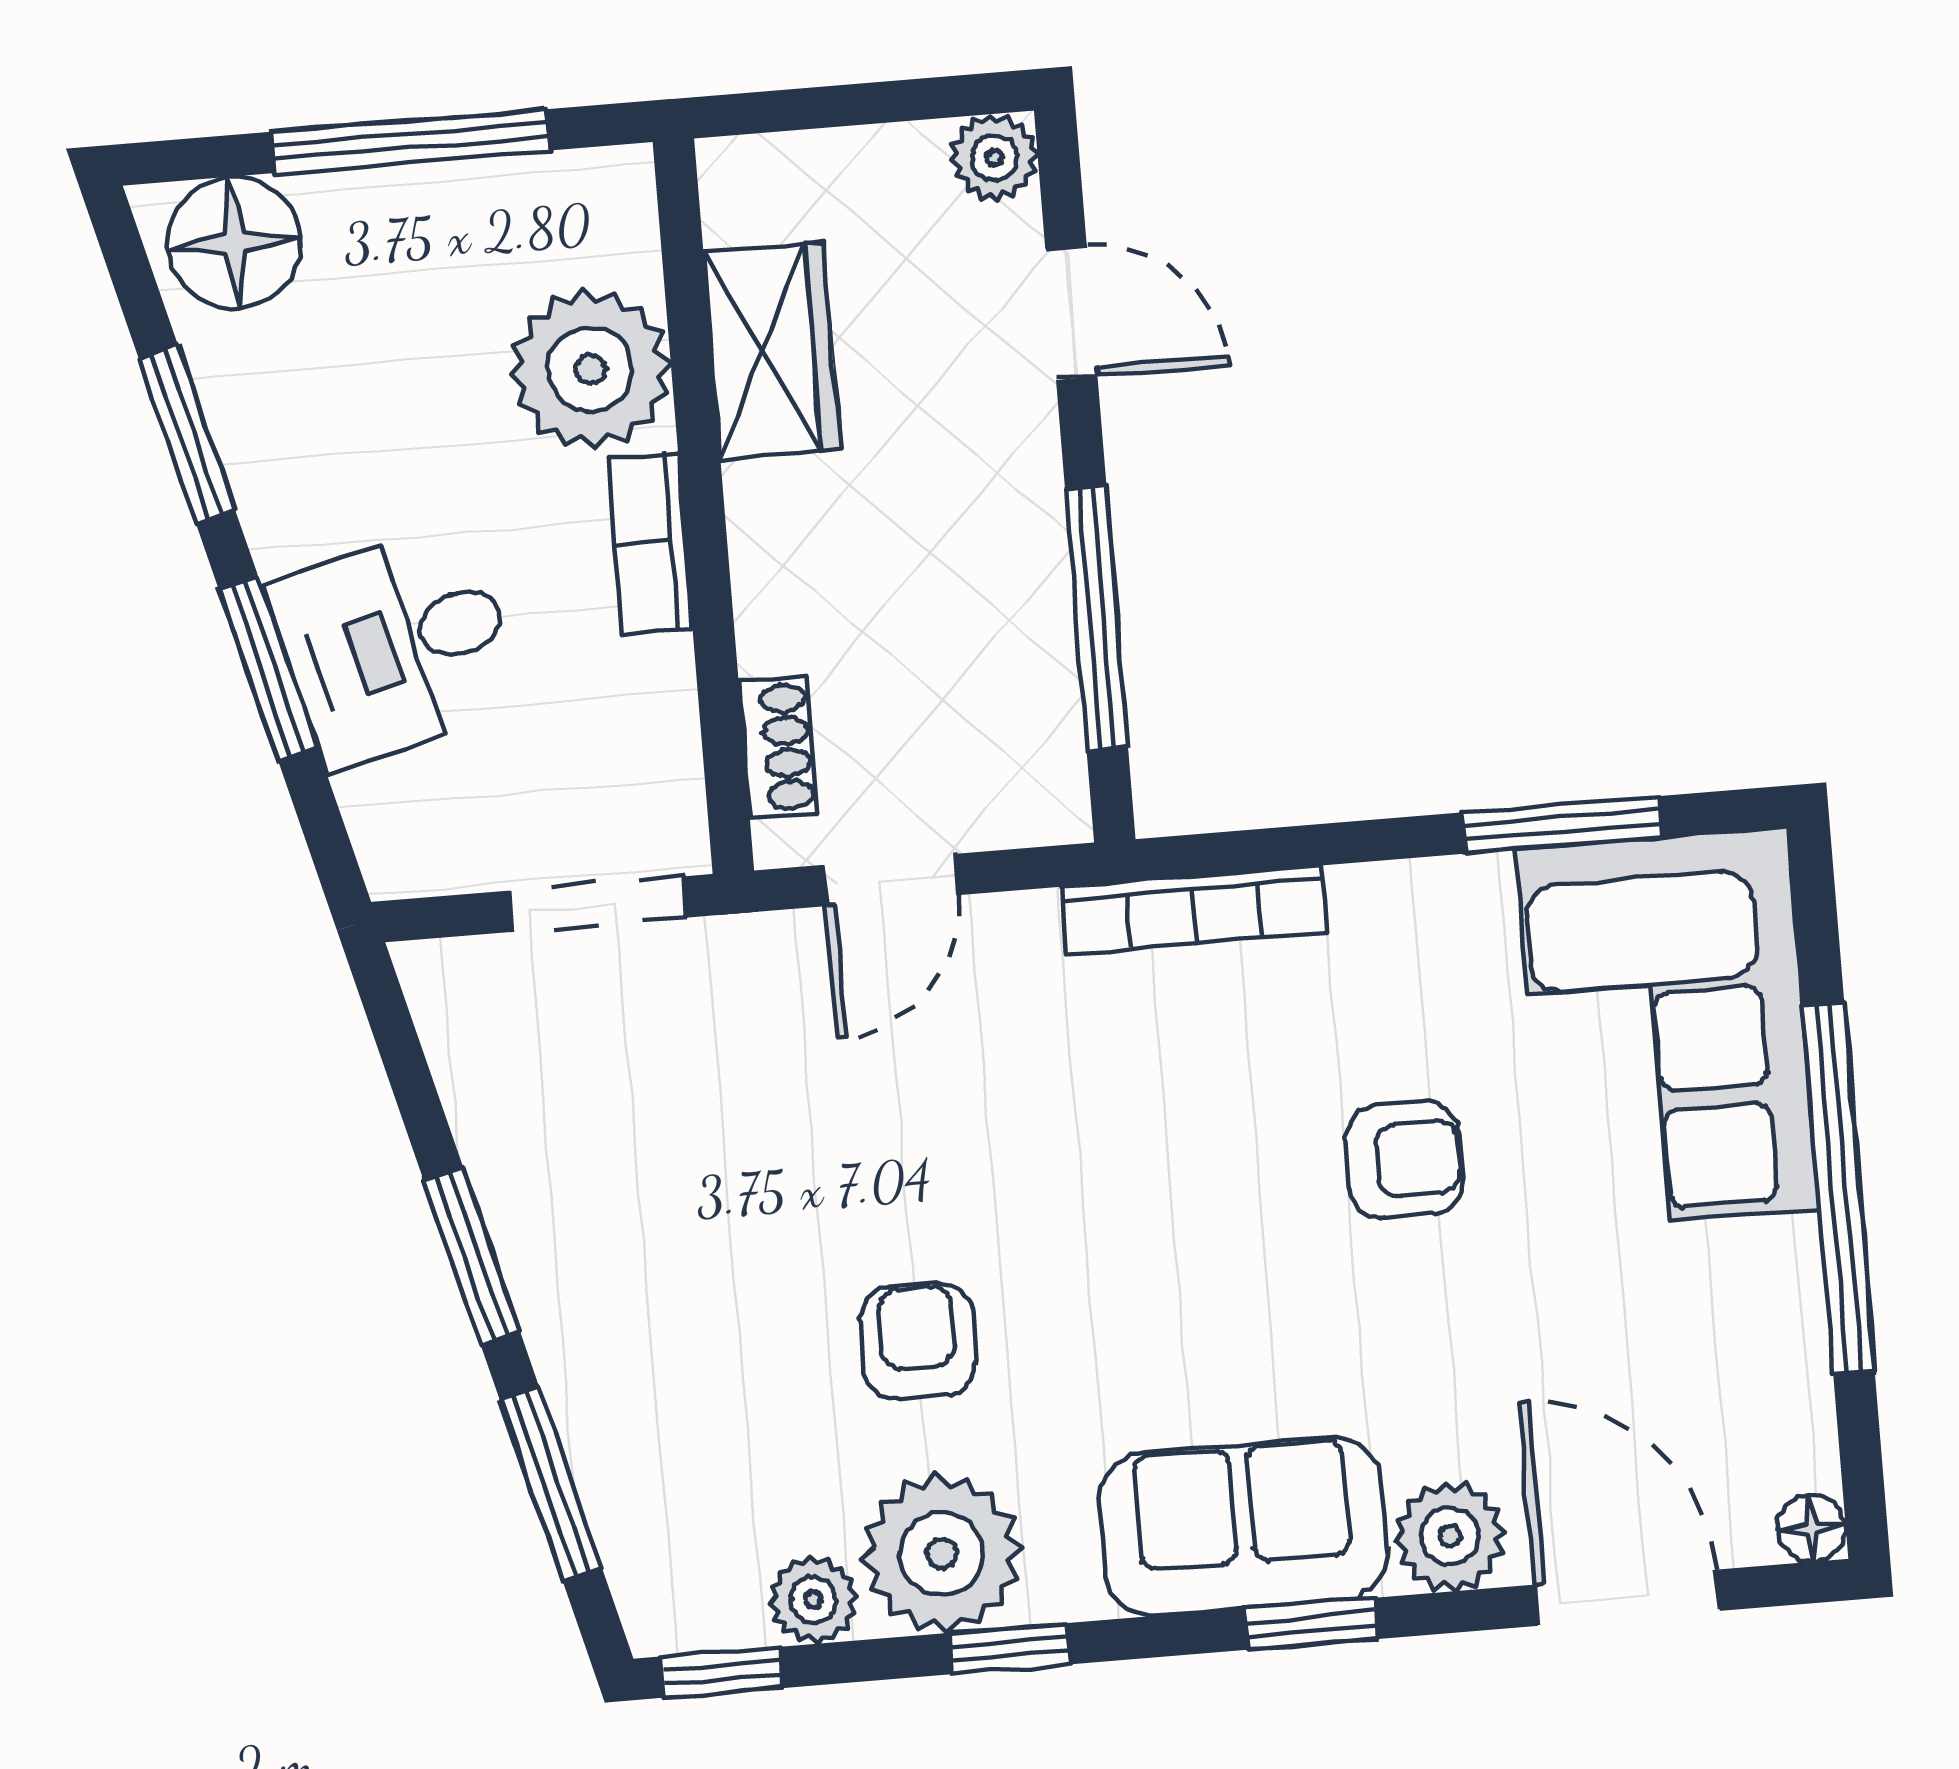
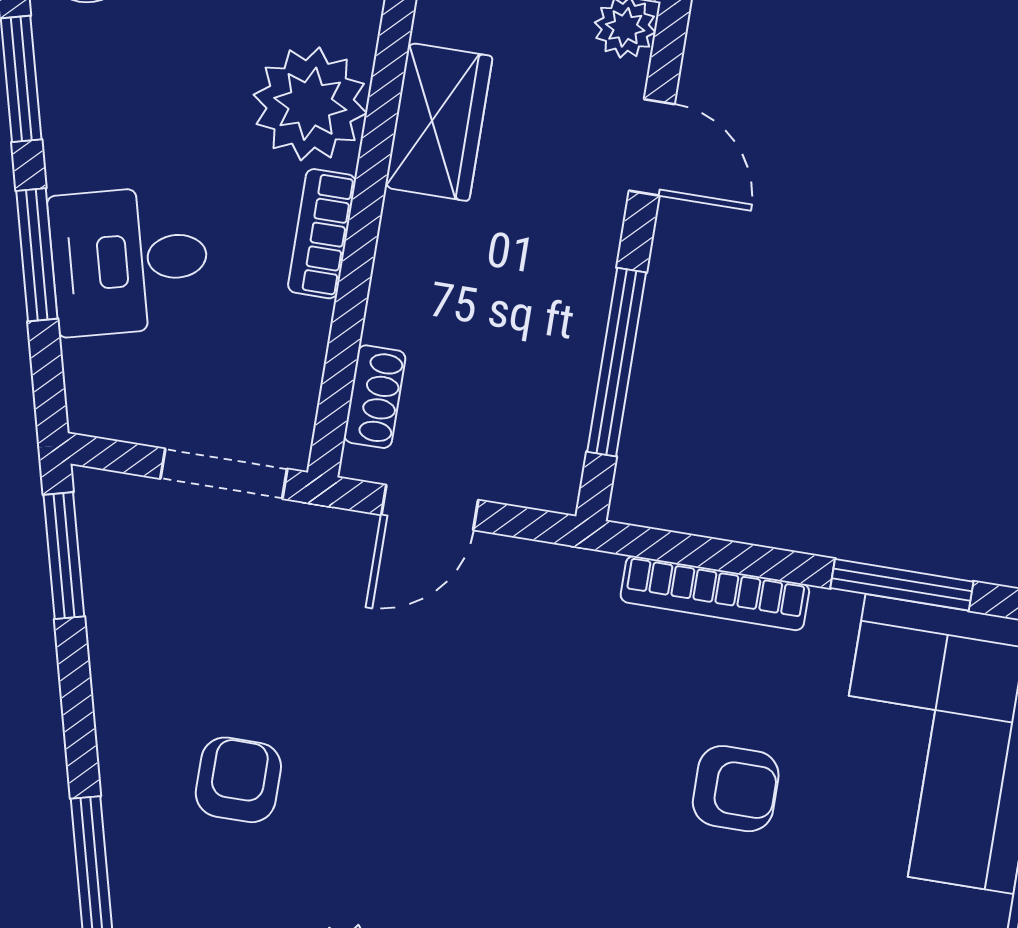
bookcase: (1194, 909) -> (715, 593), moved
window: (472, 1256) -> (64, 556), moved
armchair: (918, 1341) -> (238, 780), moved

